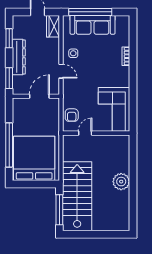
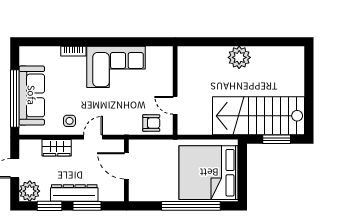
plant: (20, 23) -> (30, 191), added
wardrobe: (53, 26) -> (57, 148), moved
window: (9, 78) -> (87, 206), moved
corner sofa: (114, 109) -> (116, 67), moved
window: (59, 210) -> (277, 139), width x0.69

